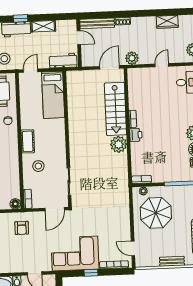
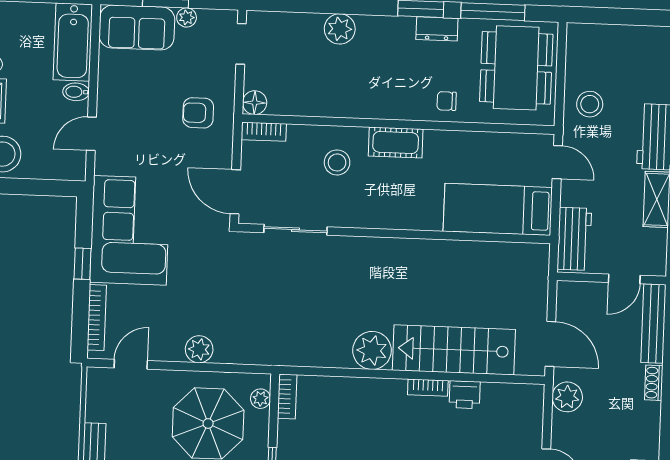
printer: (136, 135) -> (465, 395), moved
plant: (124, 219) -> (199, 349), added

